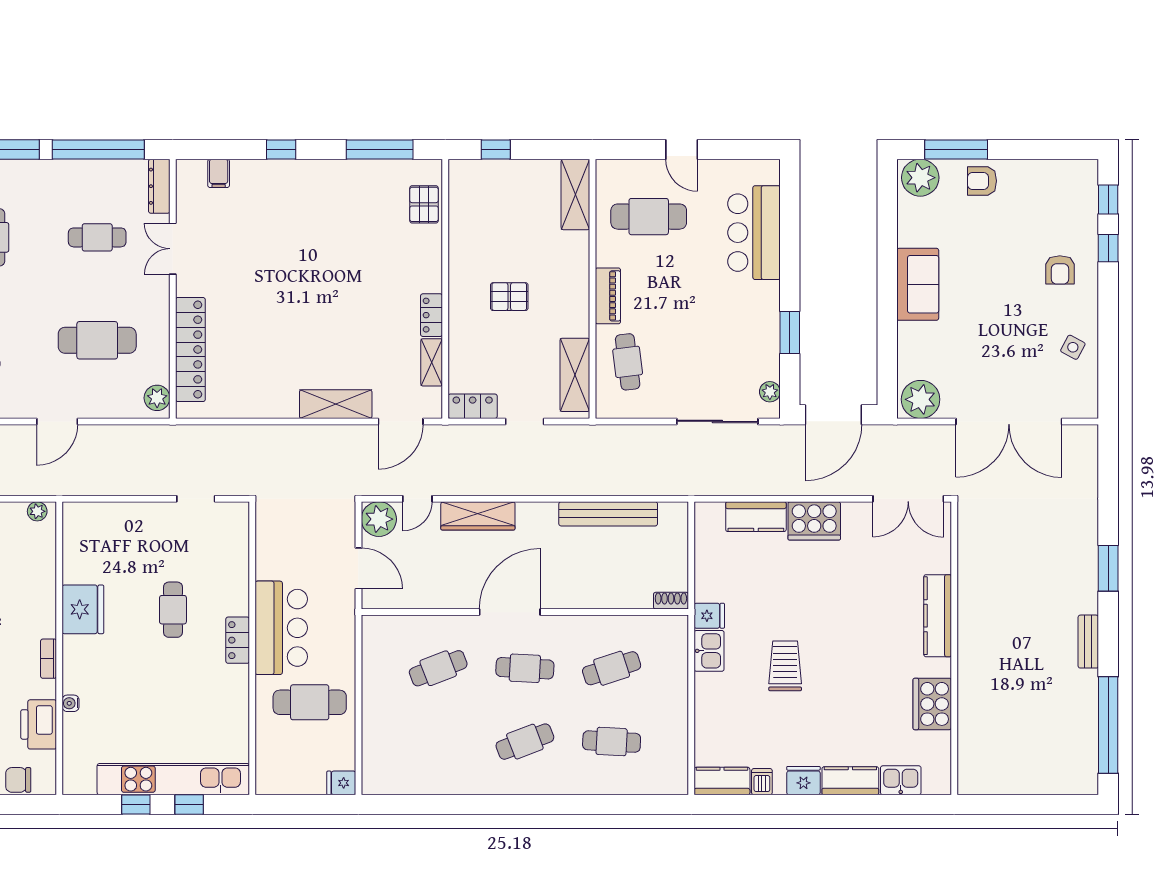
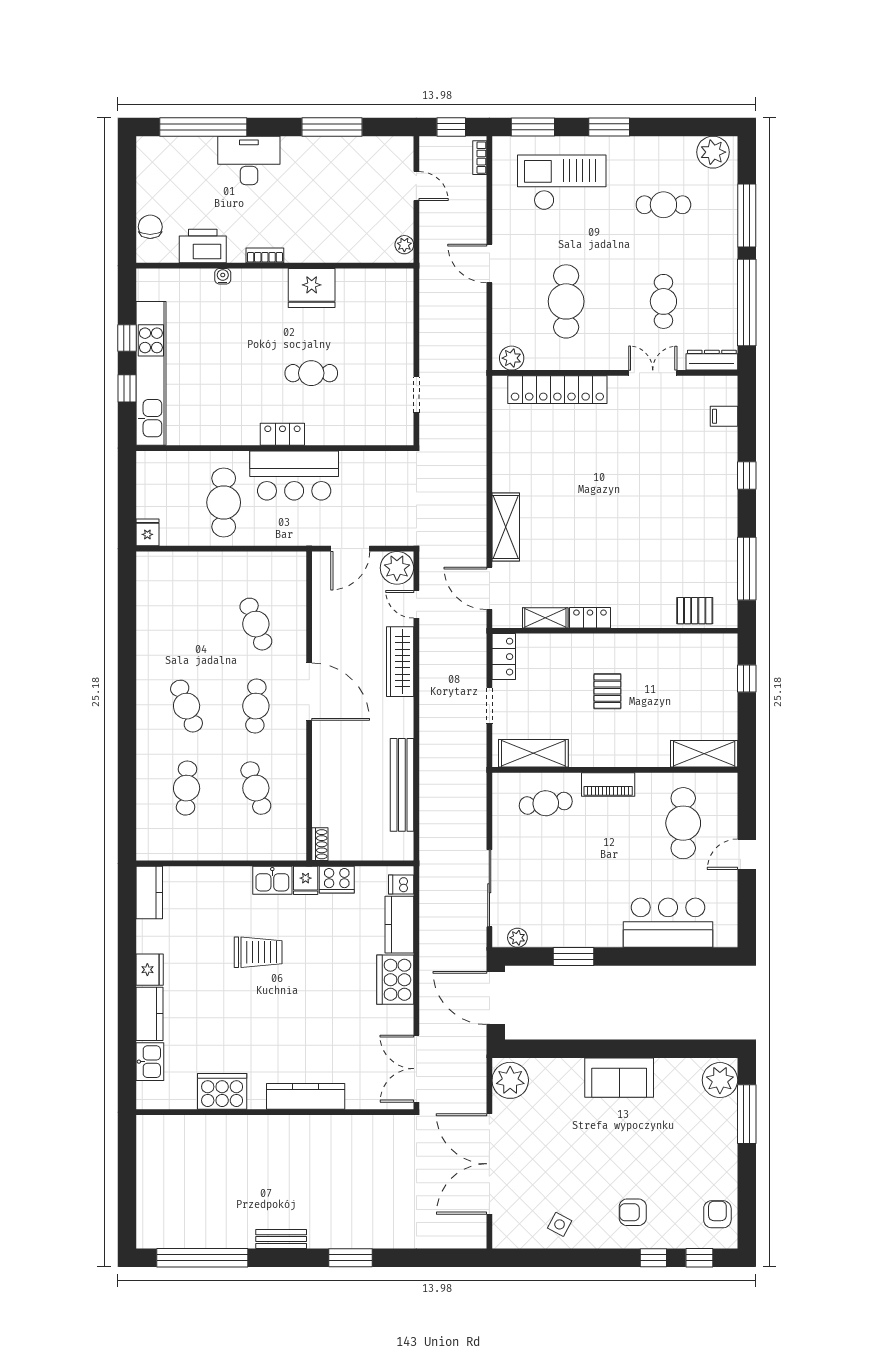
armchair: (982, 181) -> (717, 1214), moved
cooker: (708, 583) -> (337, 880), added
dishwasher: (762, 782) -> (401, 885), moved, turned 180

